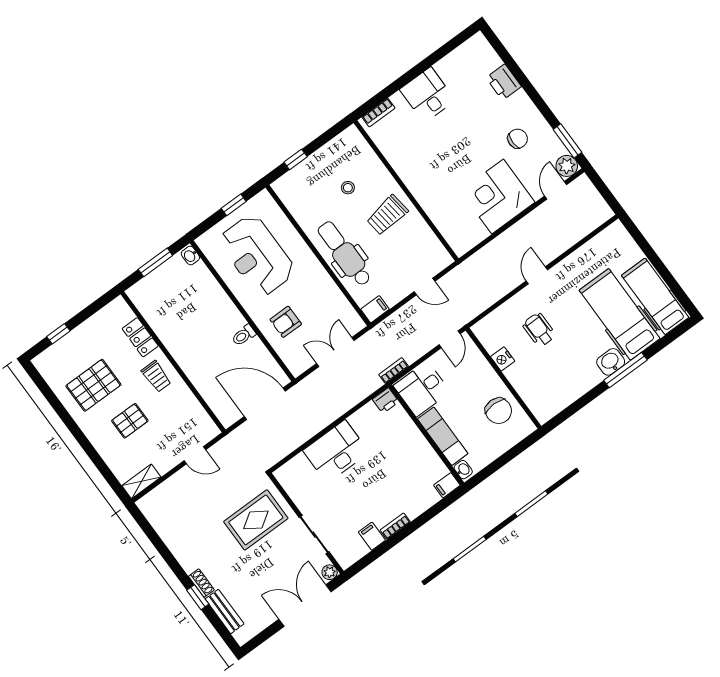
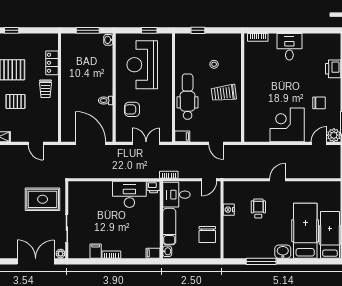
window: (625, 370) -> (261, 261), moved
desk: (336, 451) -> (129, 194), moved

